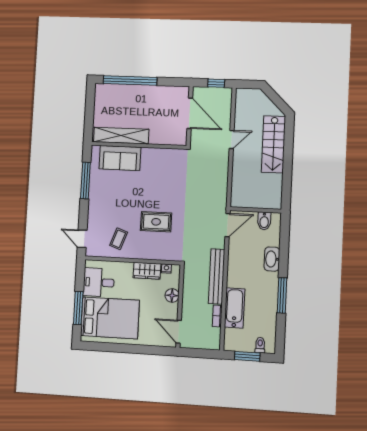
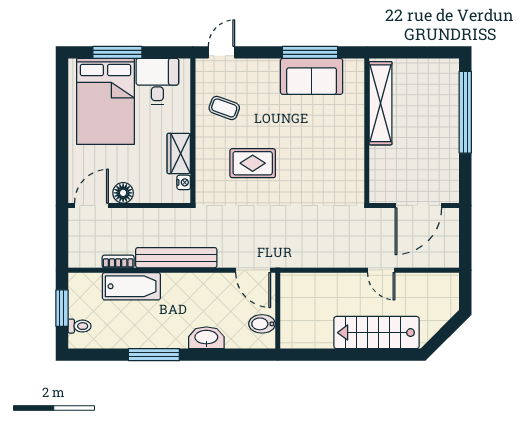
window: (216, 83) -> (465, 243), removed
sofa: (120, 158) -> (312, 76), moved, turned -90
rug: (156, 222) -> (253, 163), turned 90
floor lamp: (172, 295) -> (123, 193), moved

